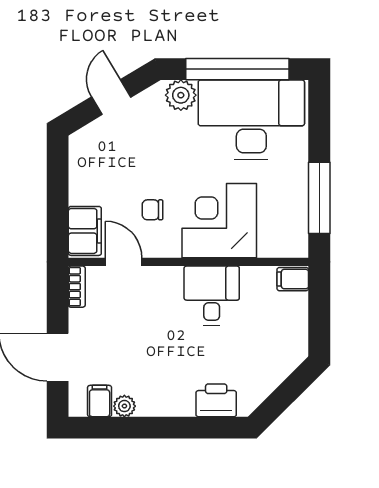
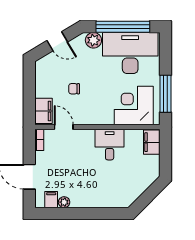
door: (111, 97) -> (57, 41), swing flipped
chair: (152, 210) -> (74, 89), moved
corner desk: (219, 221) -> (134, 106), moved
filing cabinet: (293, 279) -> (152, 142), width x2.00
printer: (216, 400) -> (112, 199), removed

